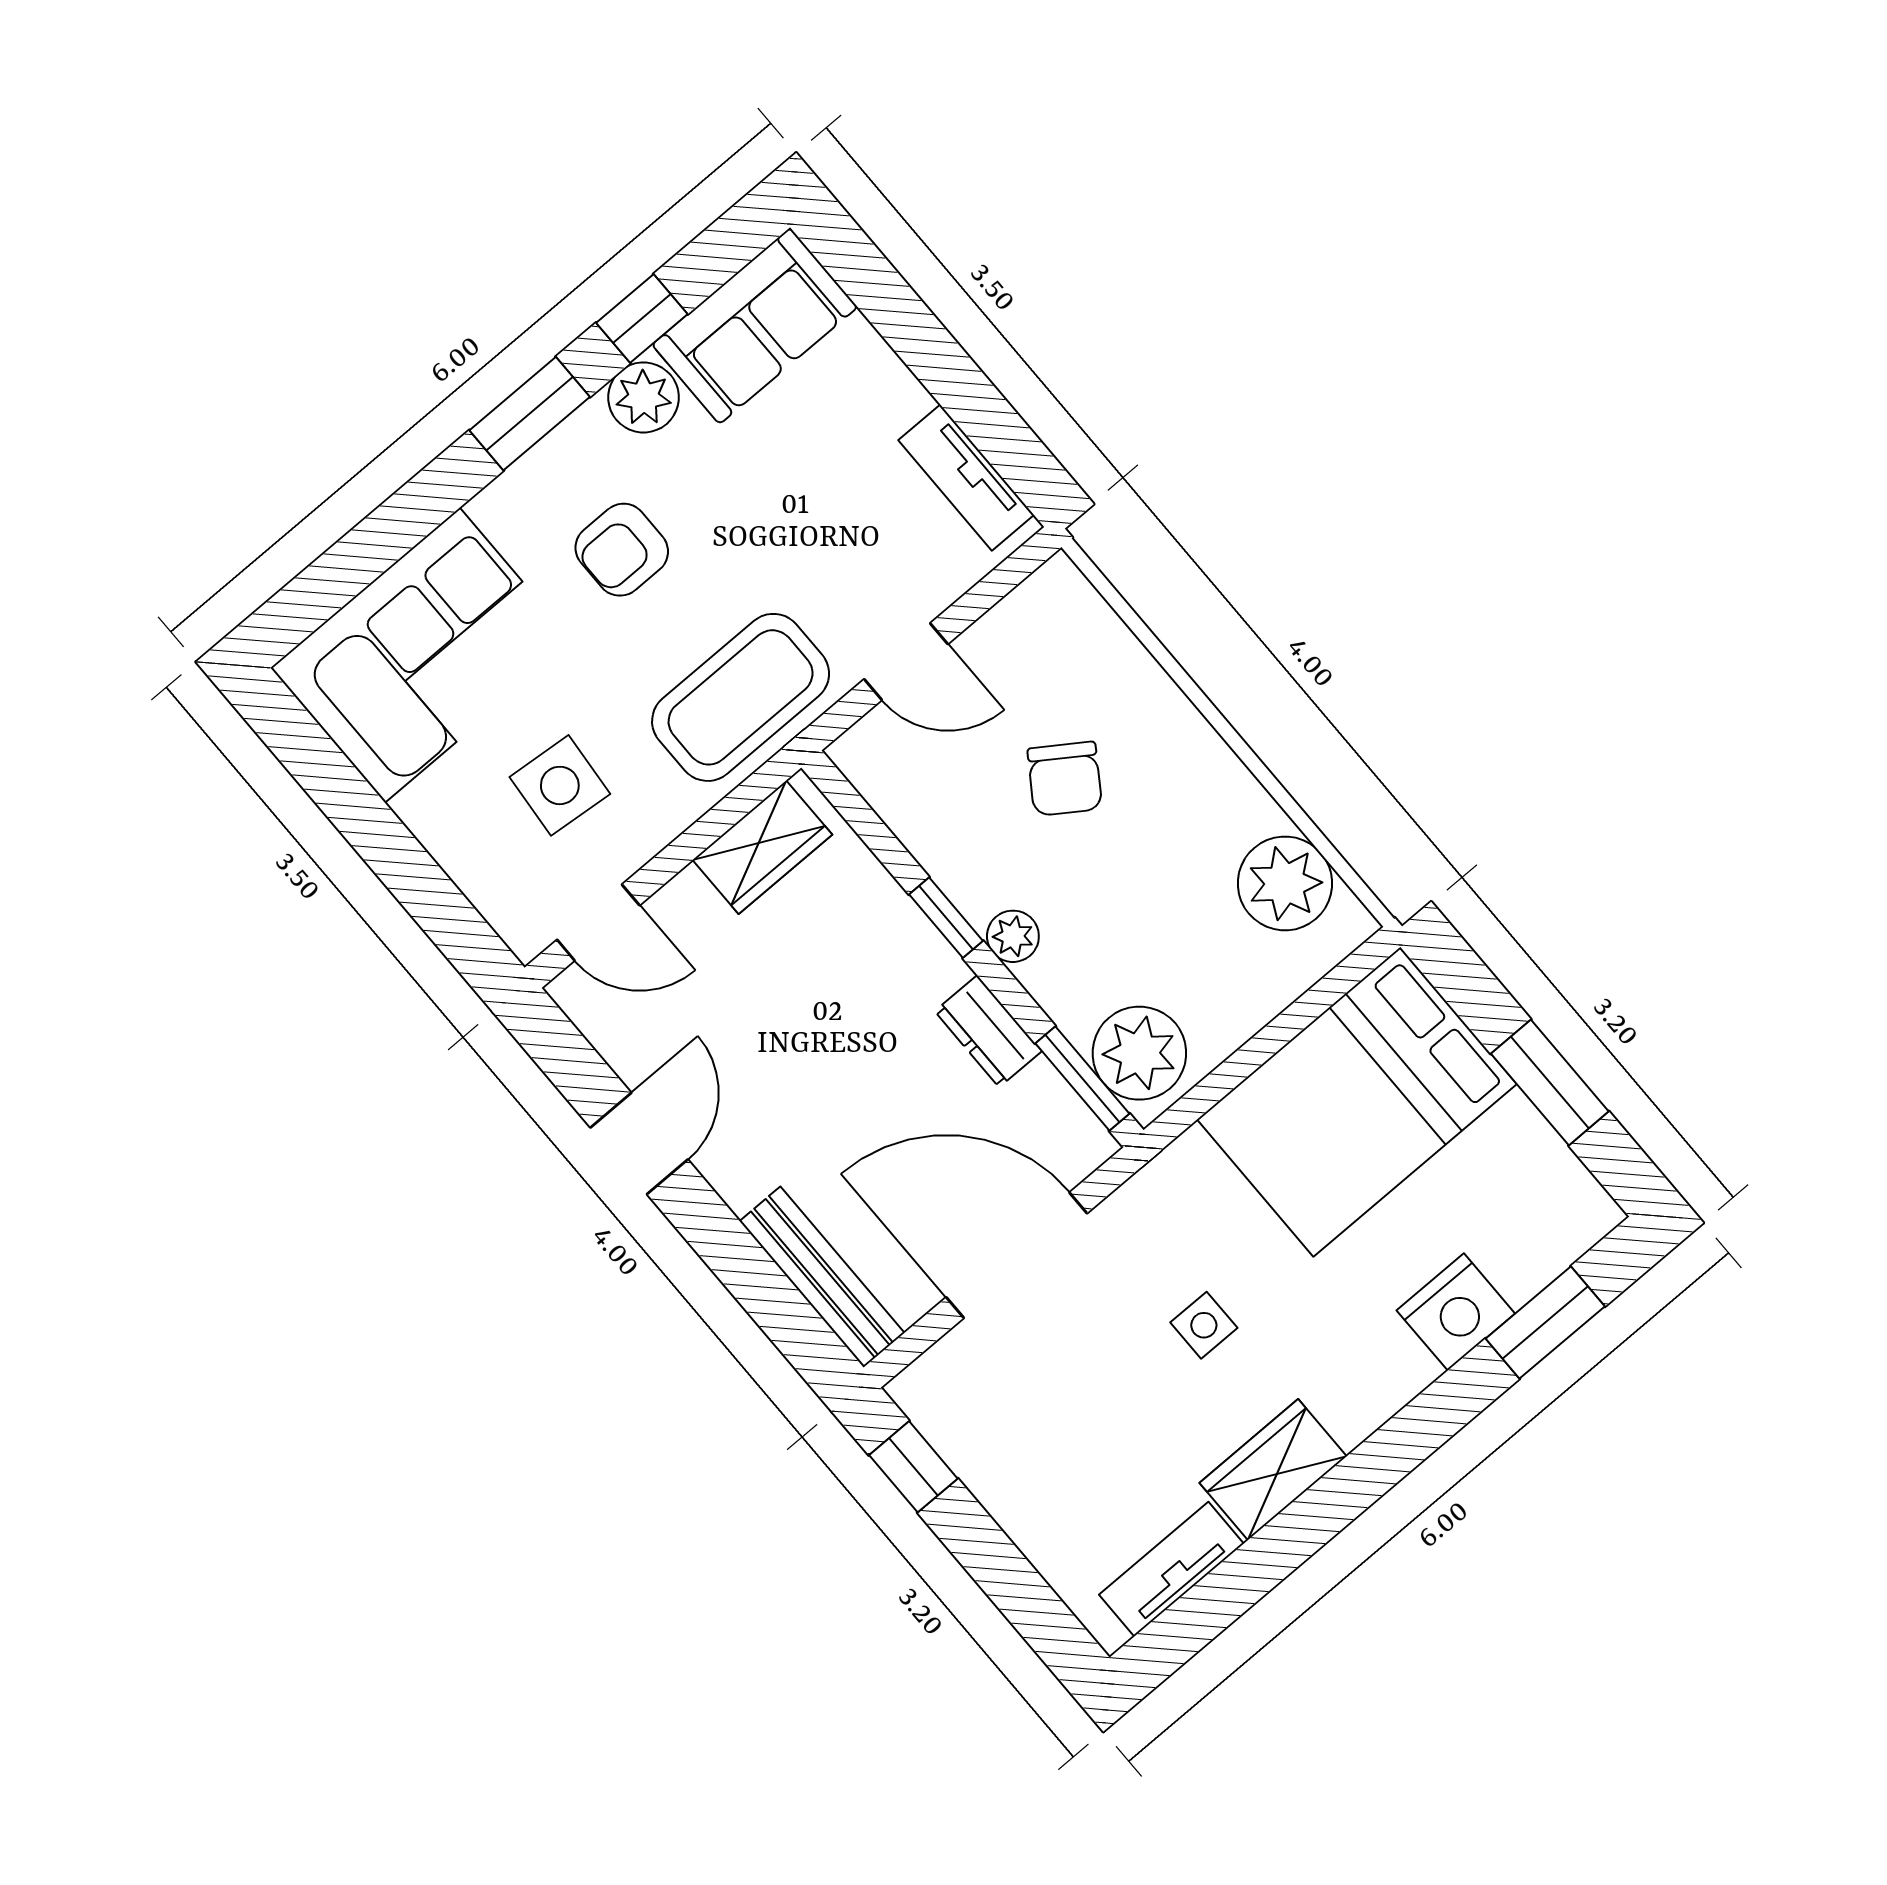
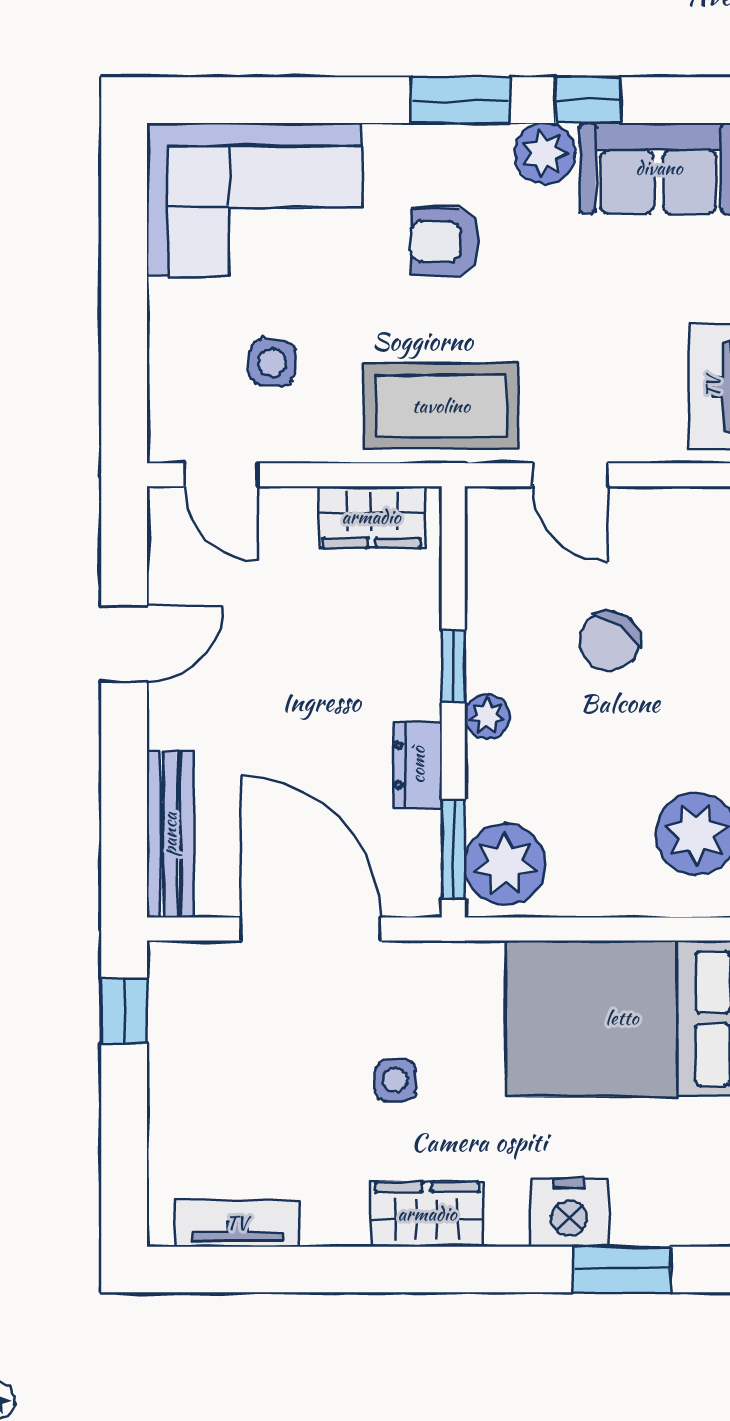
side table: (560, 785) -> (272, 363), width x0.73, depth x0.73
wardrobe: (1273, 1470) -> (427, 1214), moved

